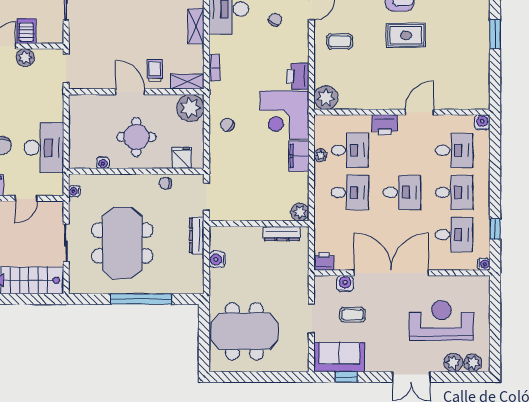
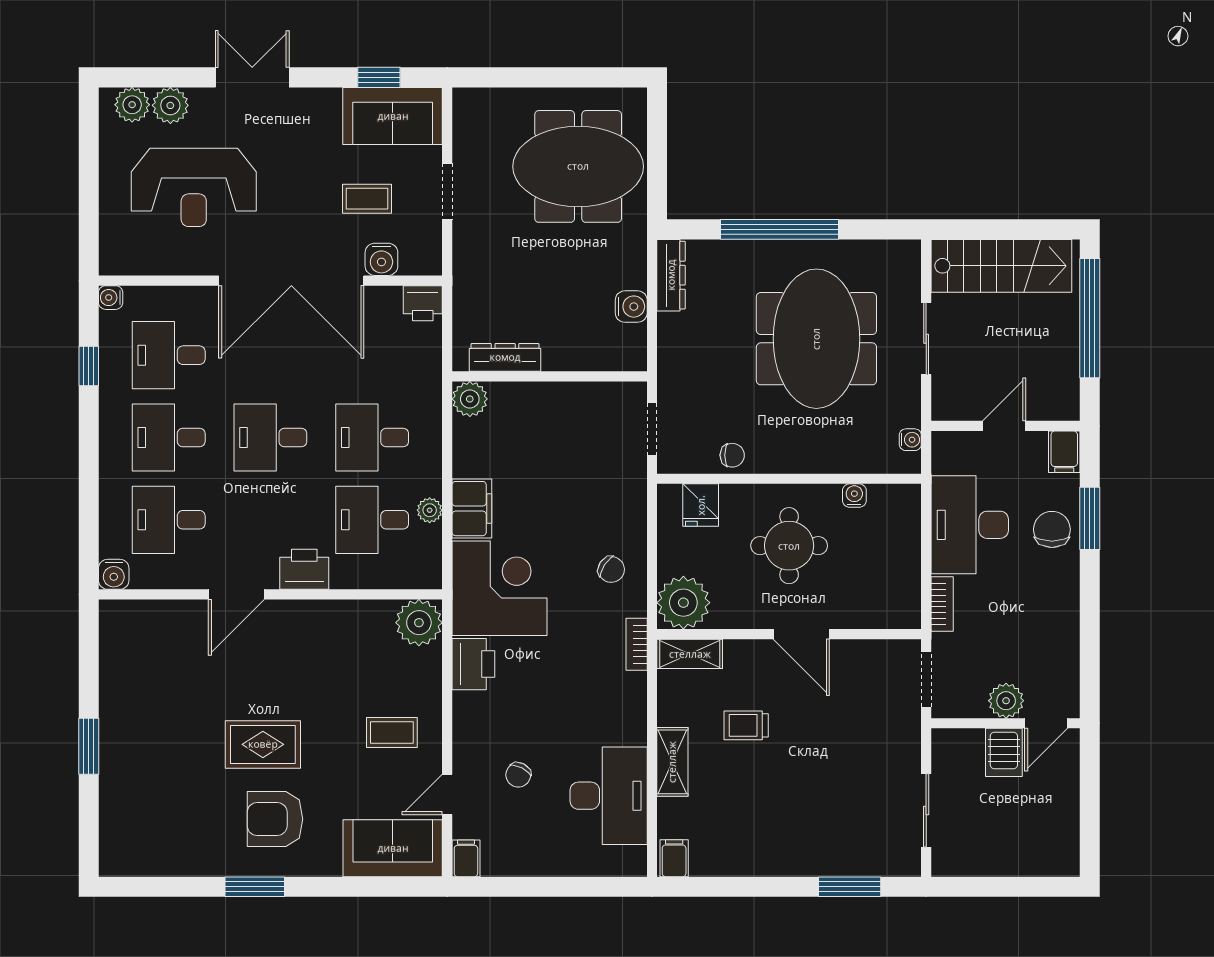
bookcase: (214, 68) -> (637, 644), moved
trolley: (155, 70) -> (746, 725), moved, turned 90
bookcase: (58, 107) -> (942, 604), added
dresser: (197, 235) -> (671, 275), moved

